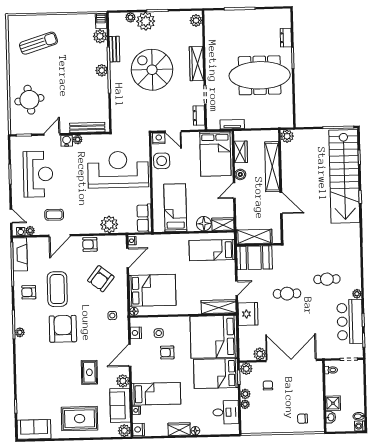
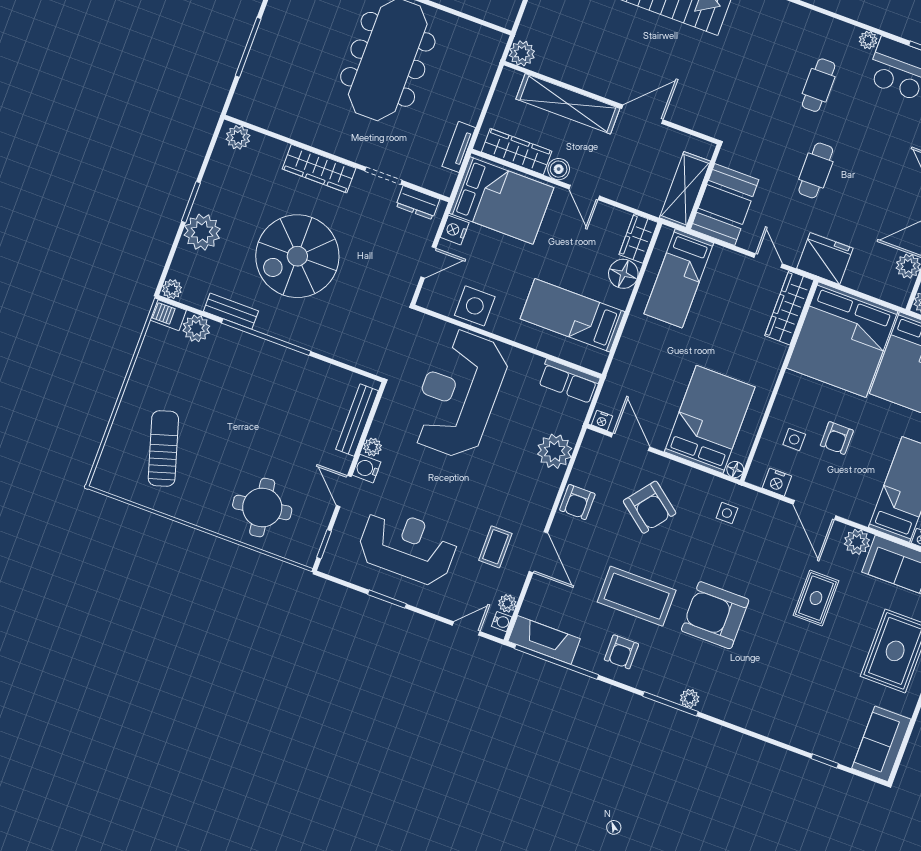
plant: (130, 17) -> (172, 289), moved
plant: (102, 70) -> (261, 351), removed
nightstand: (159, 138) -> (455, 230), moved
wardrobe: (241, 152) -> (517, 152), width x1.50
rug: (89, 372) -> (816, 598), turned 90

